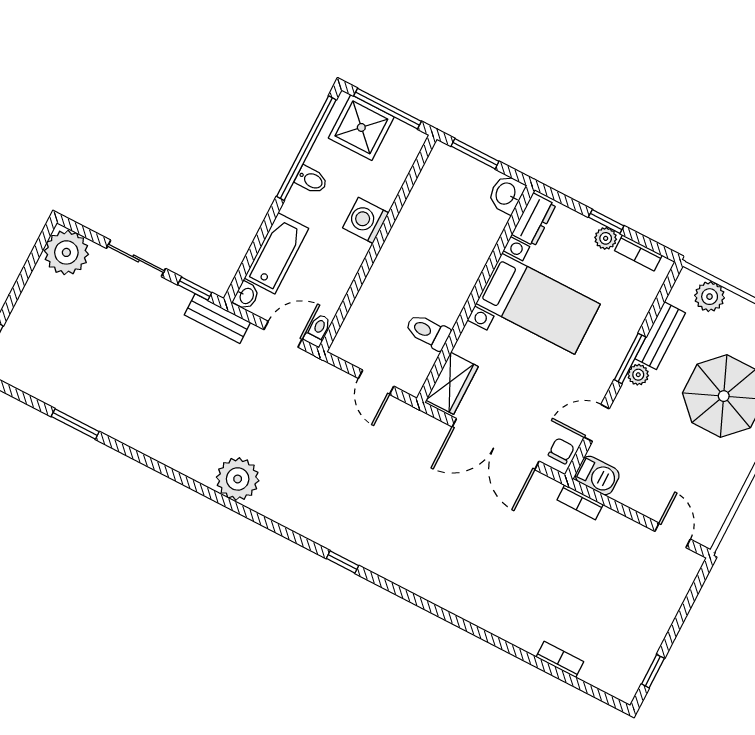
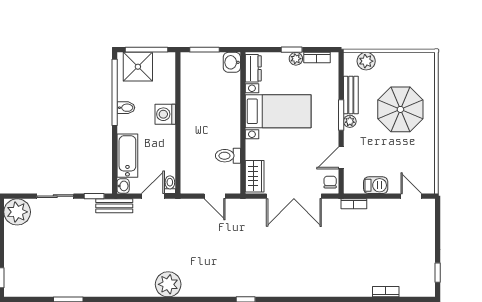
barbecue: (597, 475) -> (376, 185), moved

